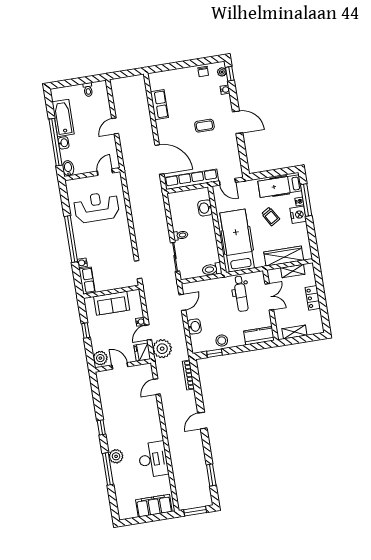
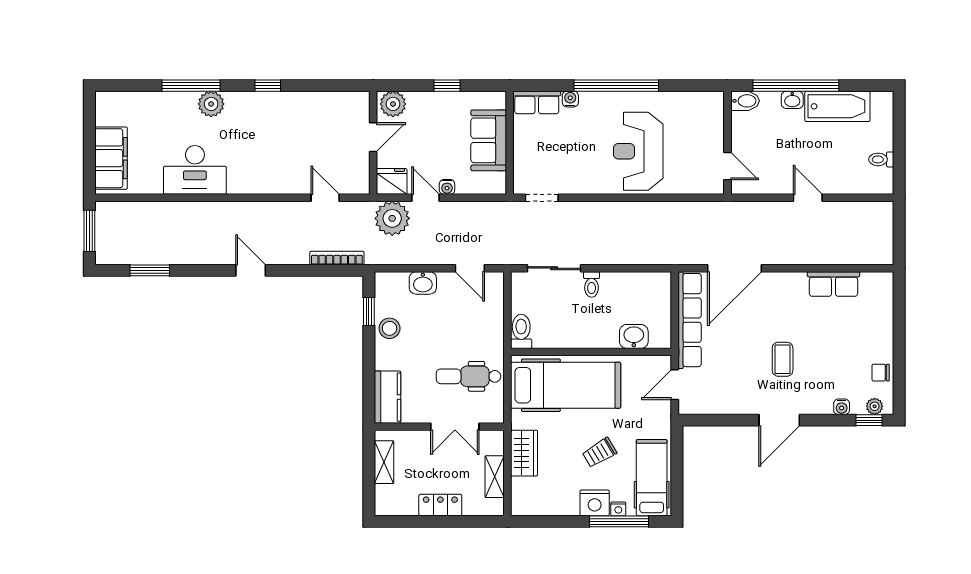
reception desk: (97, 207) -> (638, 151), moved, turned 180
wardrobe: (284, 256) -> (524, 453), width x0.67

